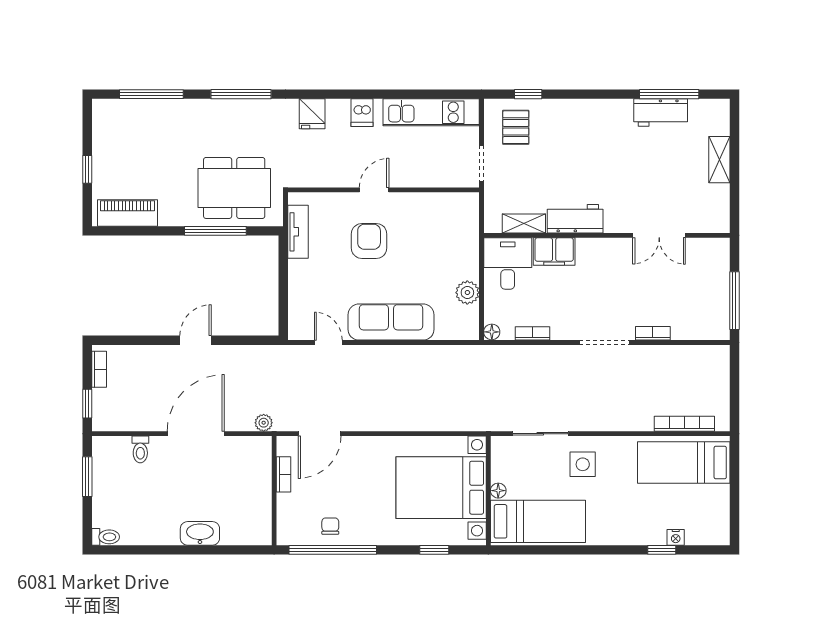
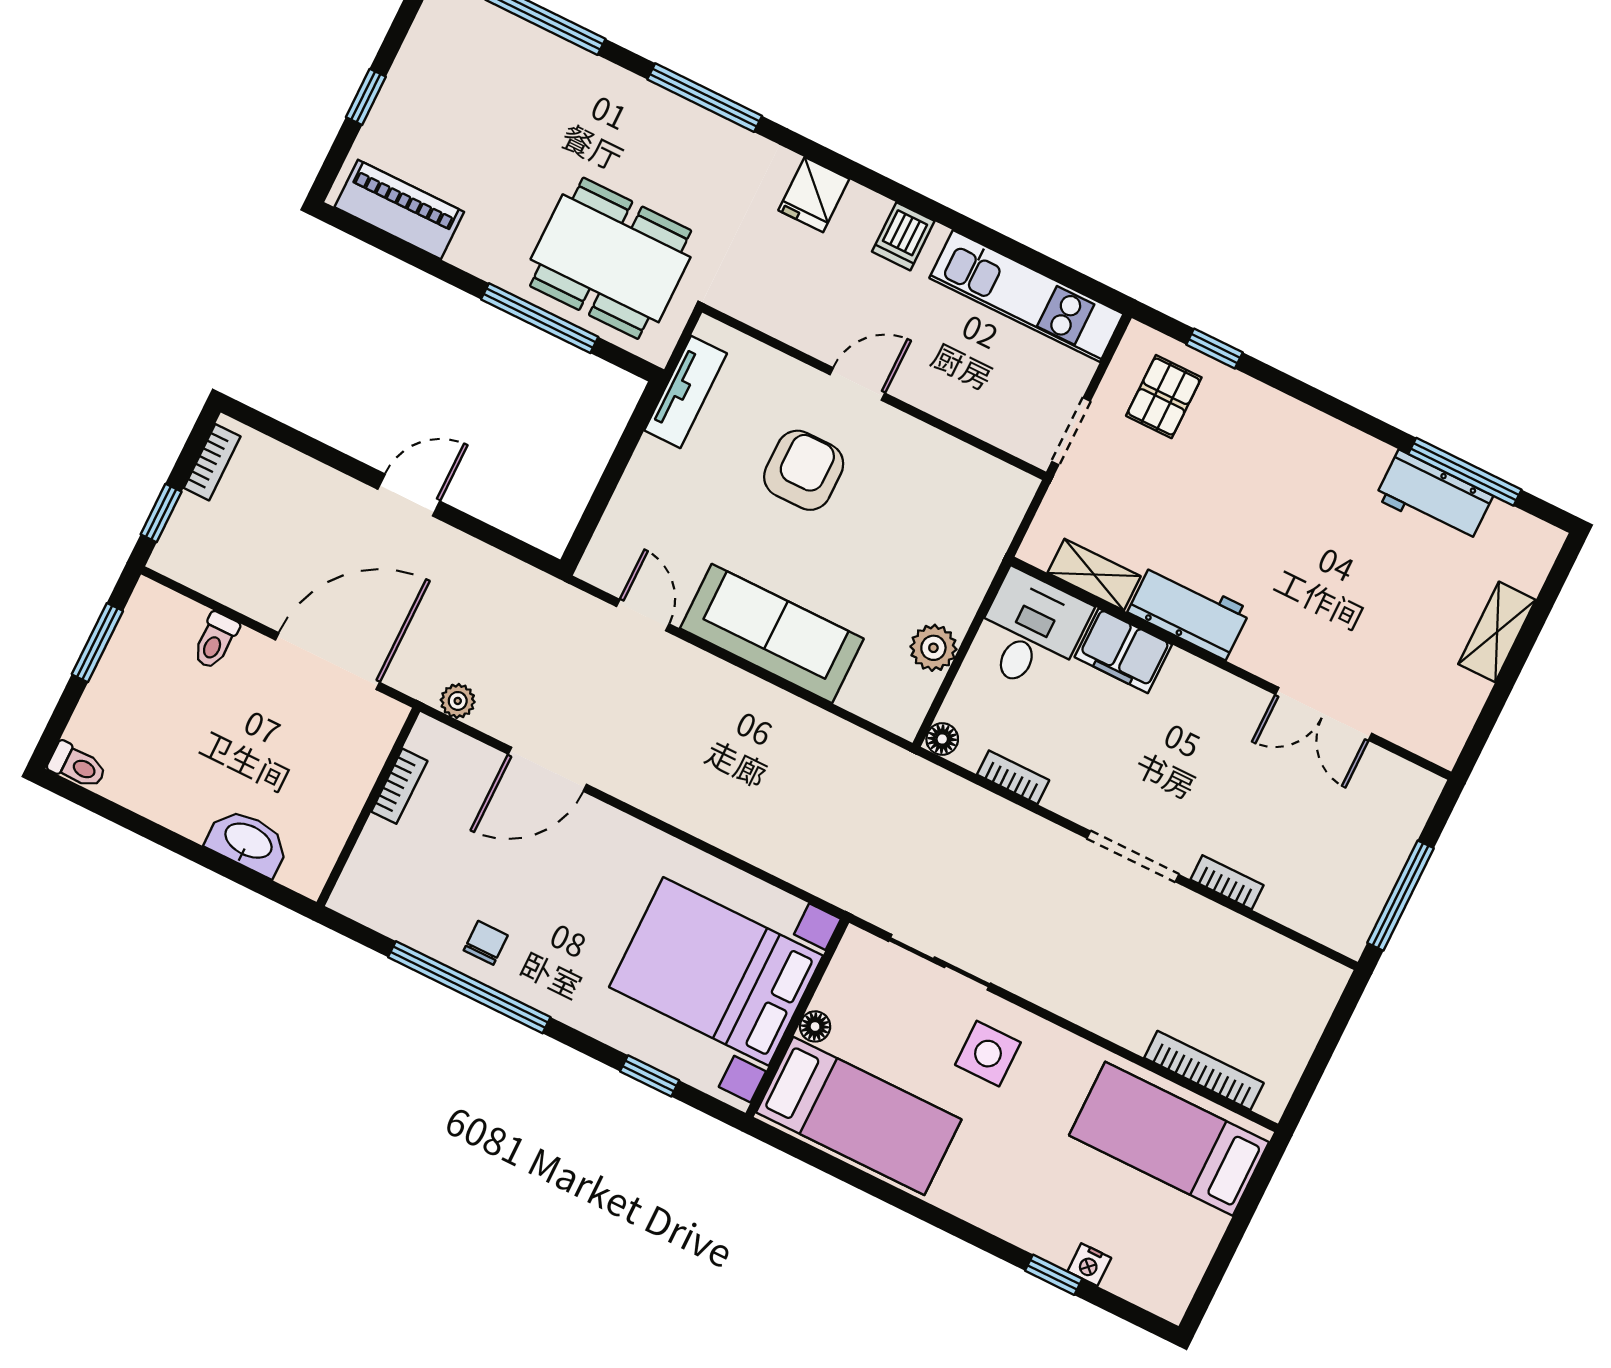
bookcase: (284, 474) -> (399, 786), moved
wall: (274, 491) -> (368, 807), moved

